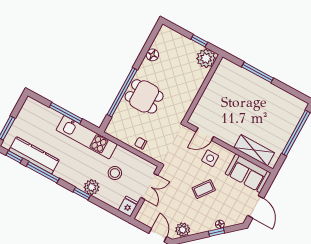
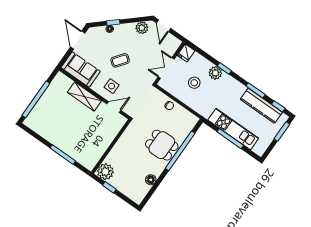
kitchen unit: (87, 137) -> (233, 129), moved
shelving: (254, 150) -> (84, 96), moved
window: (43, 172) -> (256, 90), width x0.69

